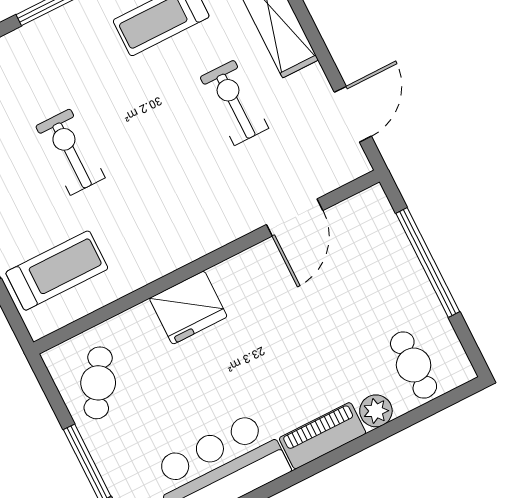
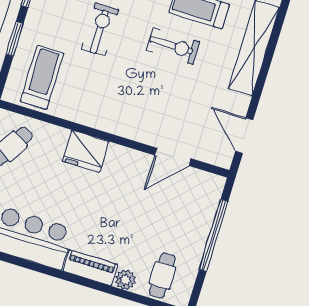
exercise bike: (234, 103) -> (173, 46), moved, turned 90
door: (353, 114) -> (244, 135), swing flipped
treadmill: (57, 271) -> (42, 77), turned -90

